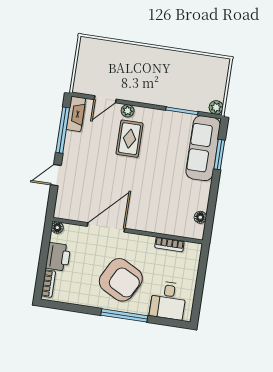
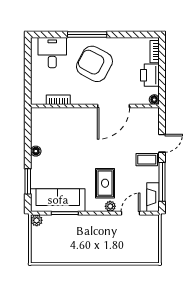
sofa: (203, 148) -> (58, 200), moved, turned -90
coffee table: (77, 159) -> (147, 160), added
floor lamp: (200, 217) -> (36, 151), moved

